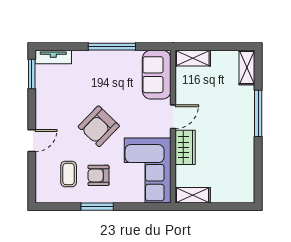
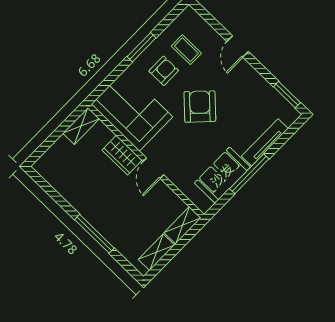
tv unit: (53, 57) -> (265, 142), moved, width x1.41
shelving: (247, 67) -> (156, 252), moved, turned 90
sofa: (157, 75) -> (222, 175), moved, turned -90

